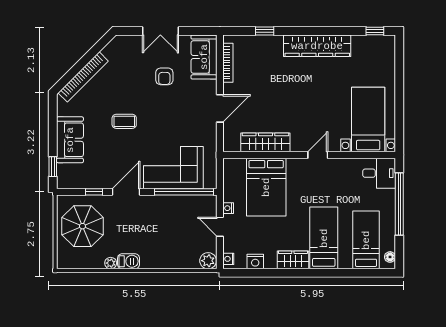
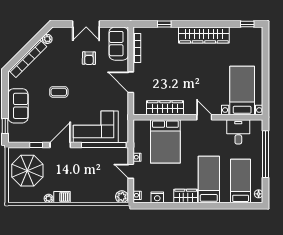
plant: (109, 51) -> (47, 39), added
door: (220, 108) -> (131, 82), swing flipped
door: (318, 155) -> (204, 117), hinge flipped
desk: (379, 173) -> (238, 132), moved, turned -90

